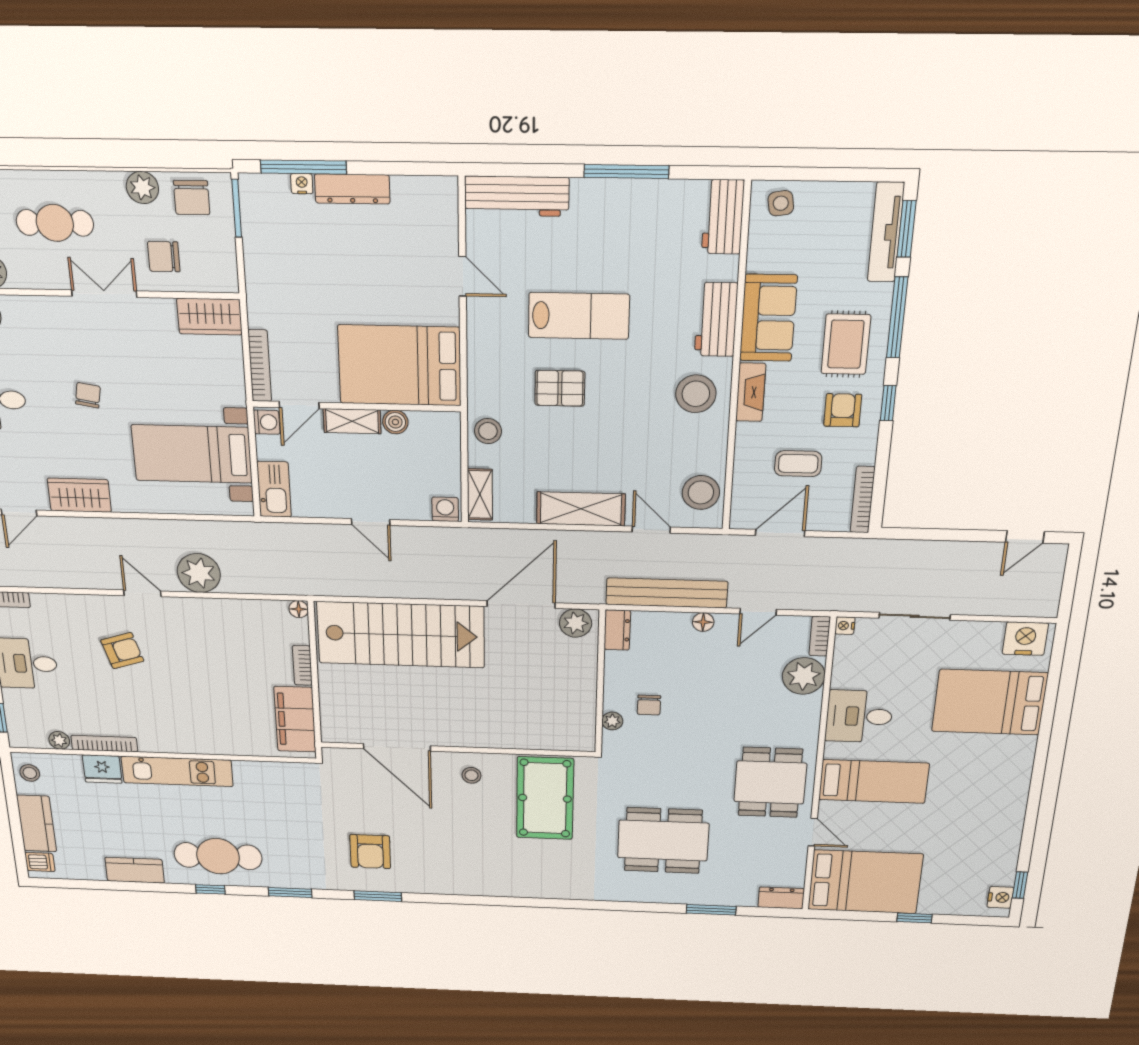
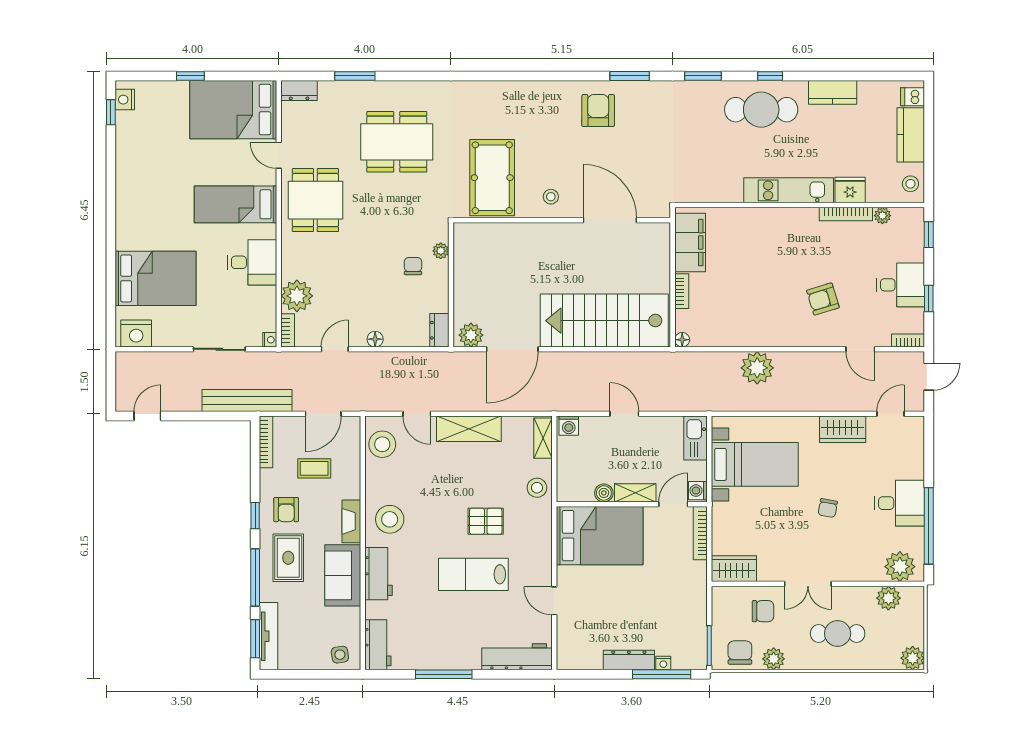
door: (142, 593) -> (860, 349), moved
bench: (667, 593) -> (247, 401), moved
armchair: (370, 852) -> (598, 111), moved

